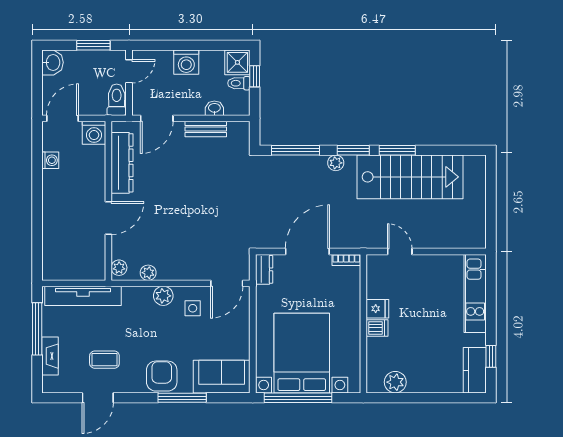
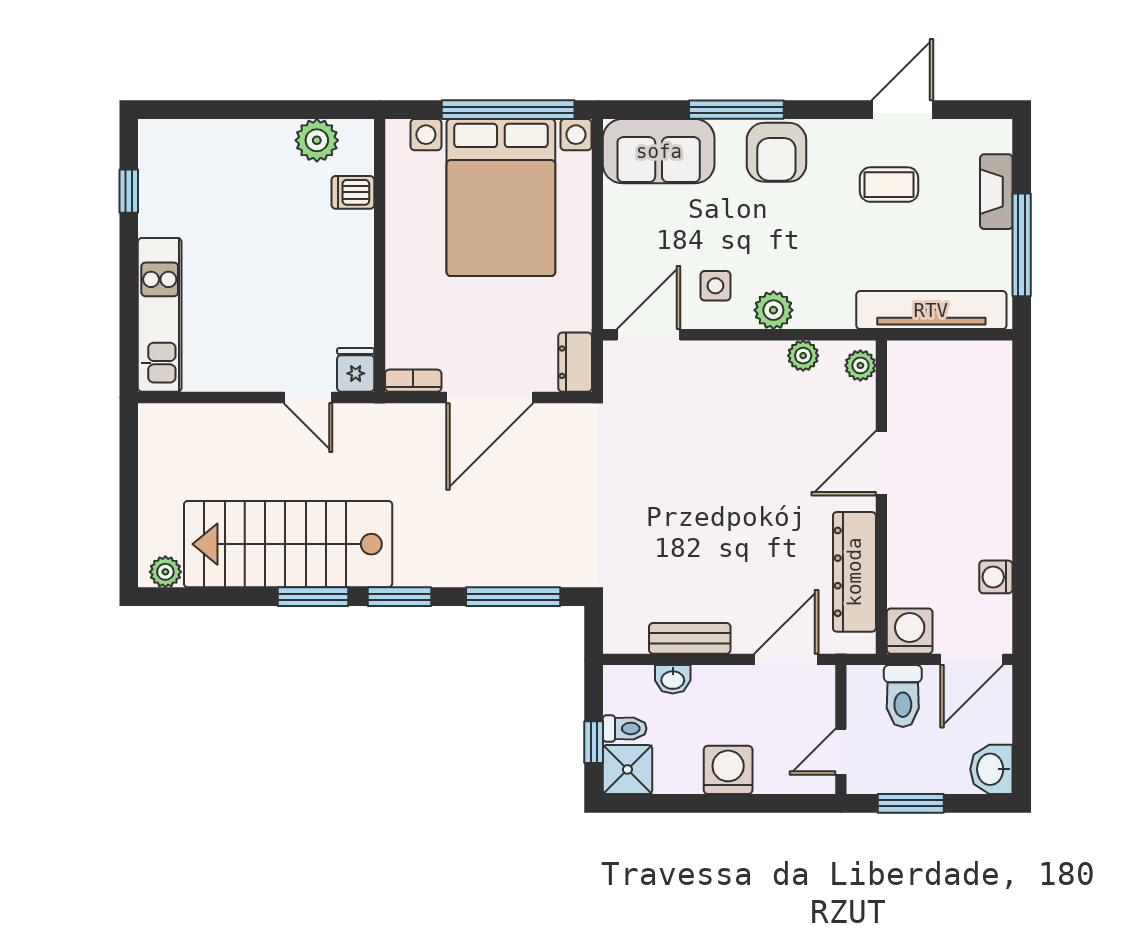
toilet: (117, 100) -> (903, 696), moved
plant: (336, 163) -> (165, 572), moved
fridge: (377, 309) -> (356, 370), moved, turned 90
dishwasher: (377, 328) -> (353, 192), moved
kitchen counter: (475, 370) -> (160, 164), removed

